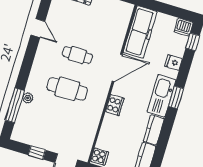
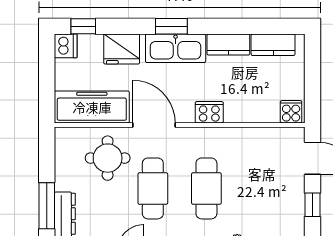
round table: (105, 32) -> (108, 158), added
cafe table: (77, 55) -> (153, 188), width x1.37, depth x1.35
fridge: (174, 62) -> (122, 49), width x1.88, depth x1.34

